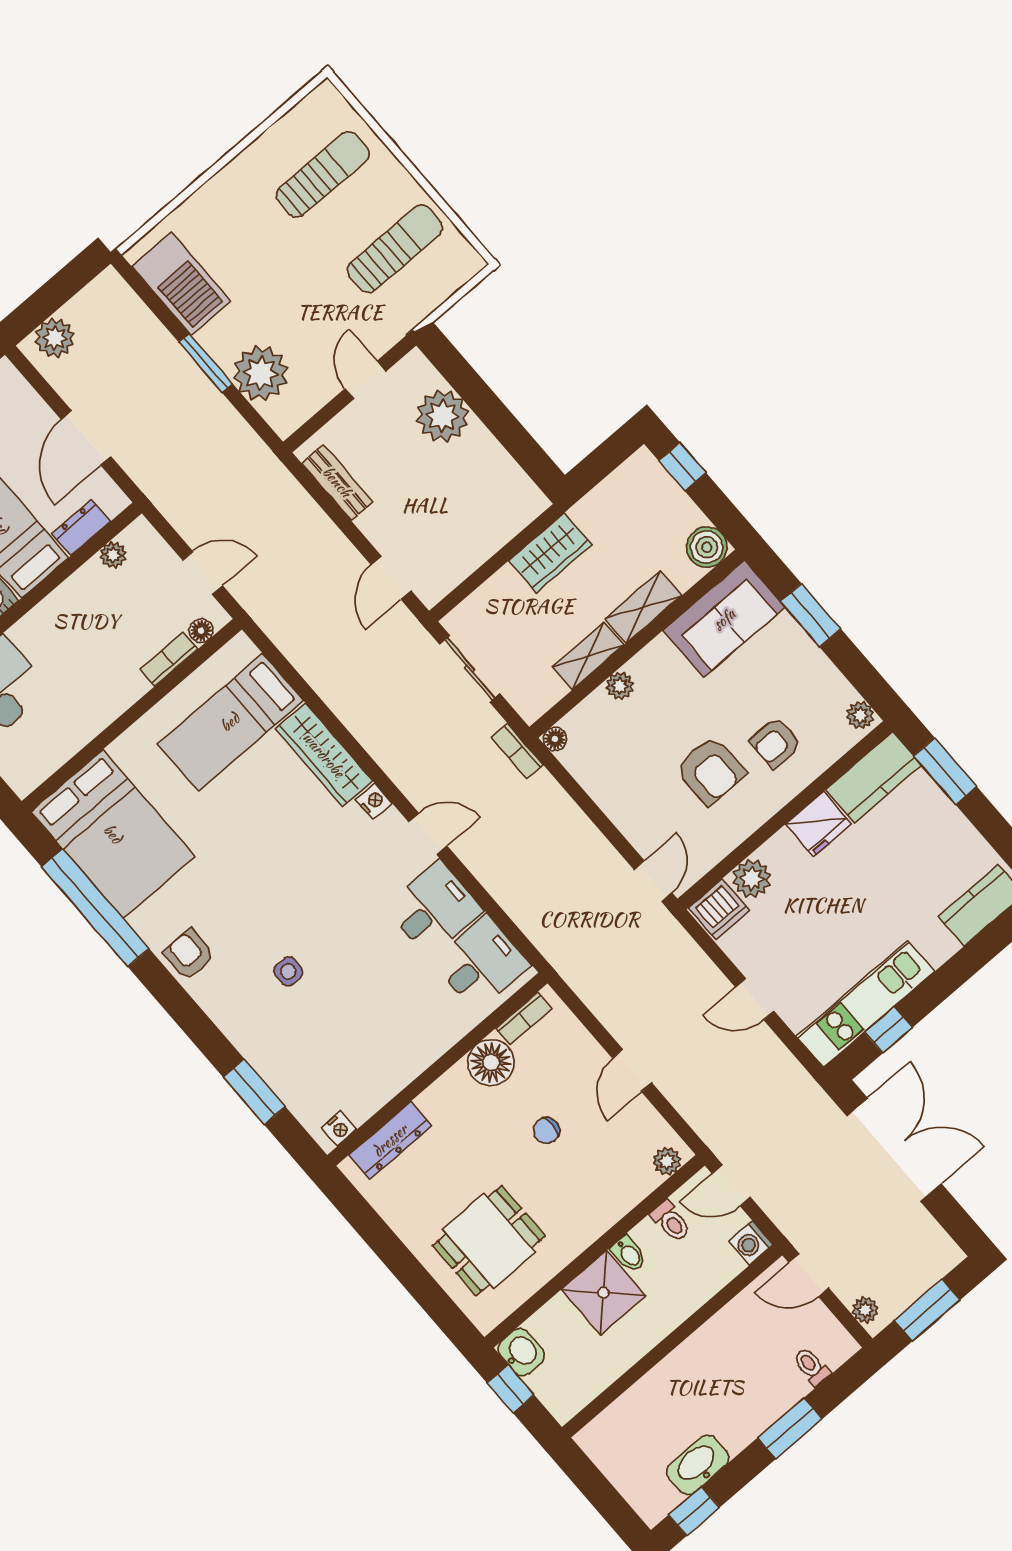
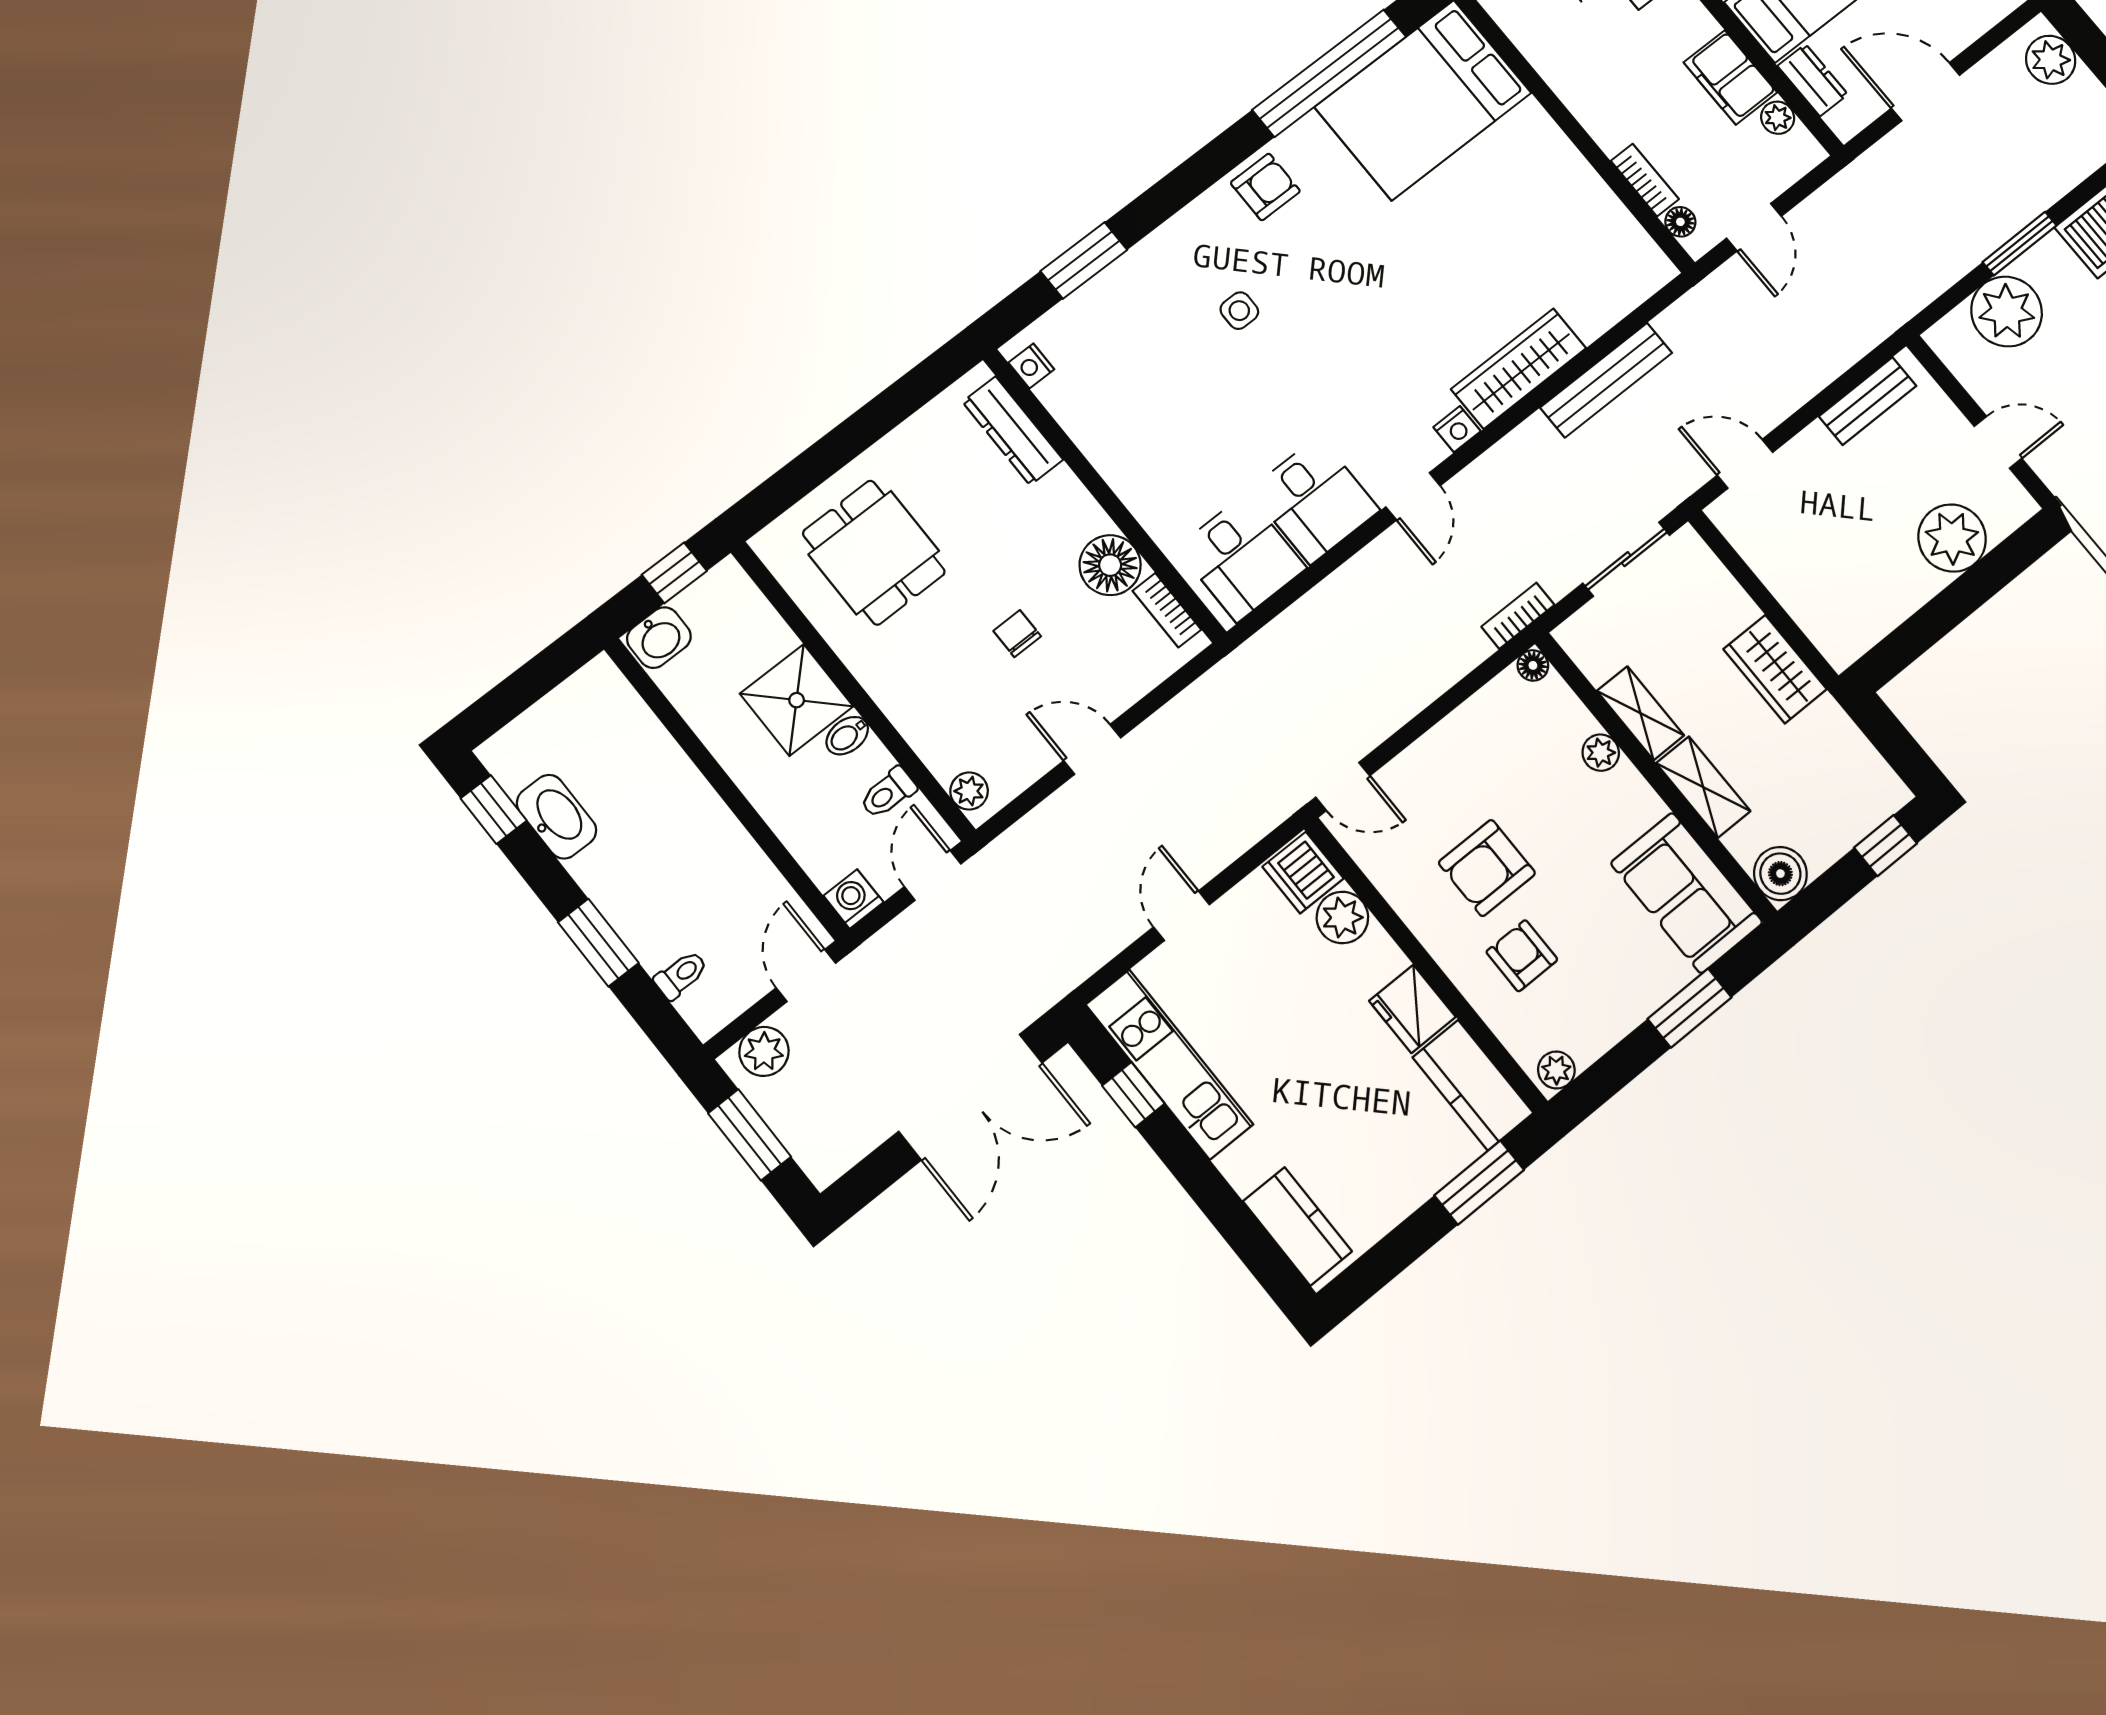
filing cabinet: (82, 593) -> (1730, 77), added
bench: (330, 687) -> (1606, 380), added
bed: (230, 722) -> (1563, 253), removed
plant: (865, 1310) -> (764, 1051), width x1.38, depth x1.38
washbasin: (521, 1352) -> (659, 638), moved

